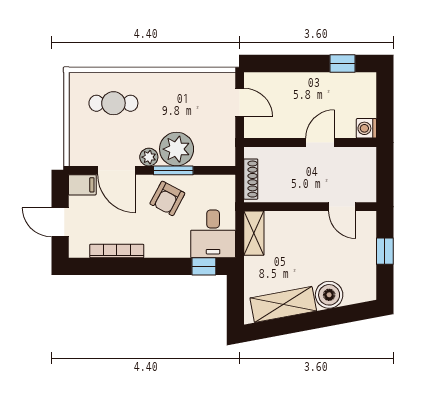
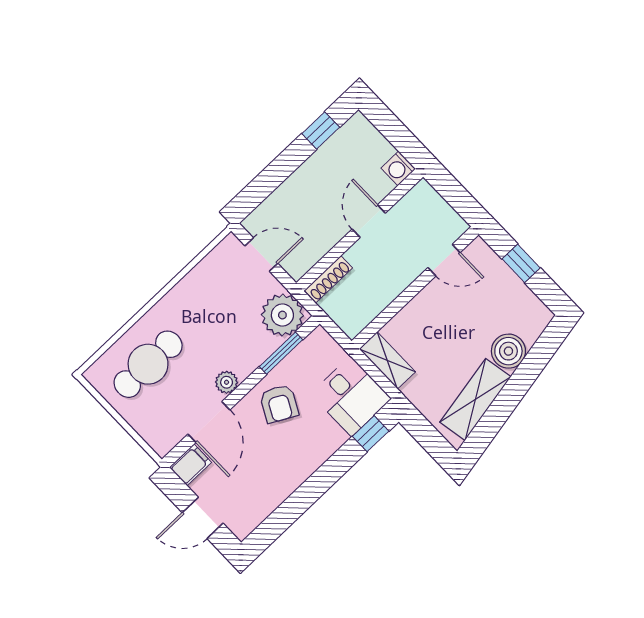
cafe table: (113, 103) -> (148, 364), width x1.37, depth x1.35
plant: (177, 149) -> (282, 315), moved
door: (117, 170) -> (209, 422), hinge flipped
window: (173, 170) -> (281, 353), moved
shoe rack: (251, 179) -> (328, 279), moved, turned 90
bookcase: (117, 251) -> (279, 495), removed

